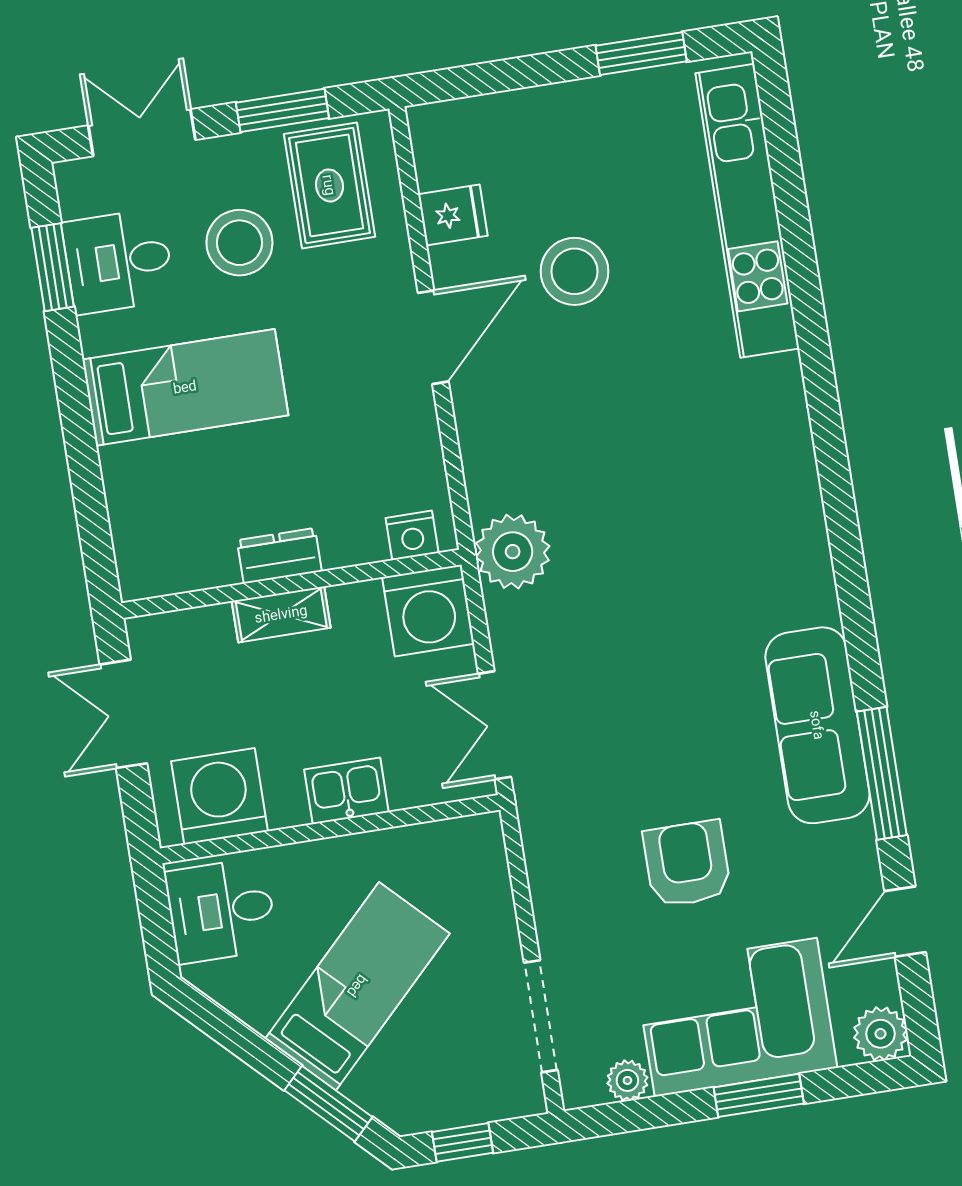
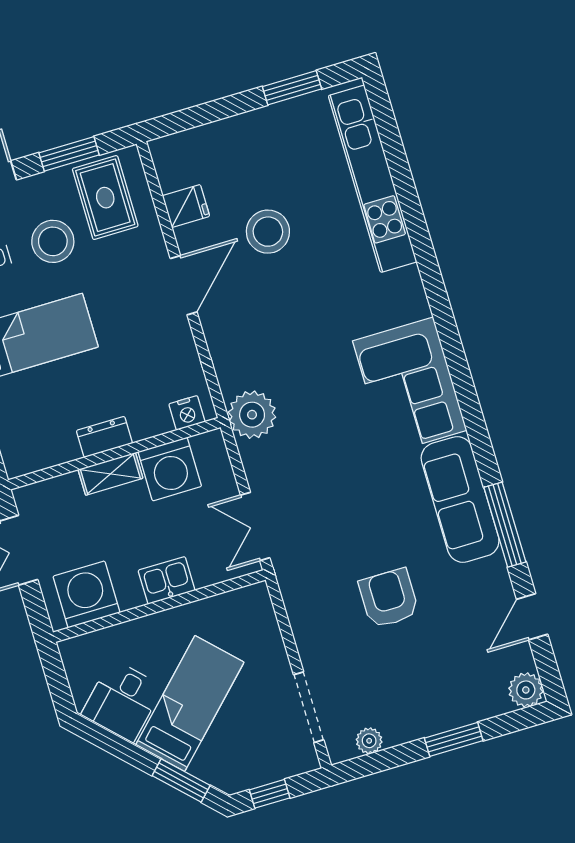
washing machine: (428, 611) -> (170, 469), moved
desk: (221, 911) -> (122, 701), moved, turned -45
corner sofa: (736, 1017) -> (410, 386), moved, turned -90

